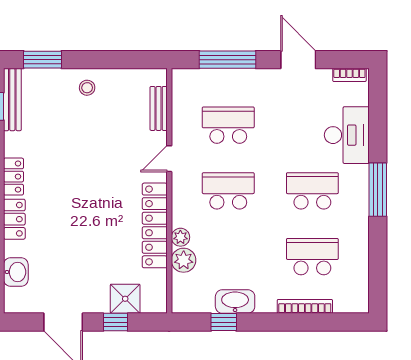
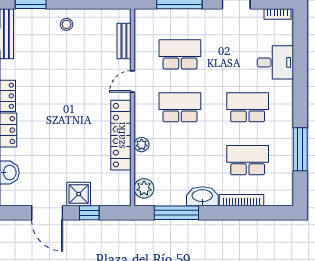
desk: (347, 135) -> (275, 62), width x0.73
window: (378, 190) -> (300, 149), moved
plant: (184, 260) -> (144, 188), moved
shower: (125, 299) -> (79, 194), moved
washbasin: (235, 301) -> (202, 196), moved
window: (224, 322) -> (176, 213), width x2.17

